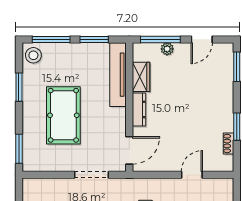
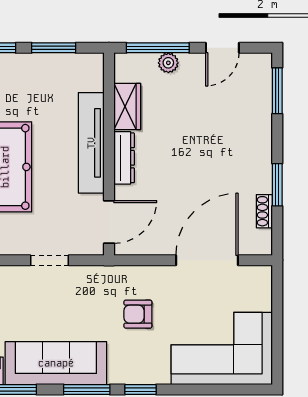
tv unit: (118, 75) -> (91, 143), moved
doorway: (91, 175) -> (49, 260), width x0.73
door: (192, 175) -> (207, 260), width x1.88

